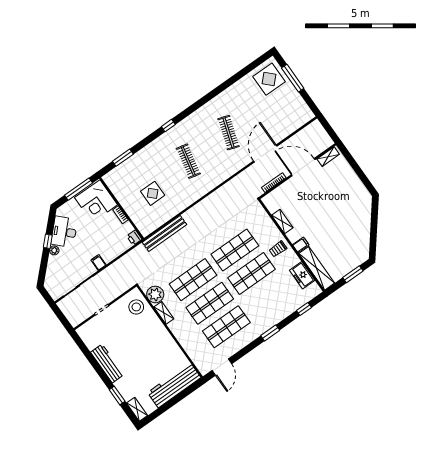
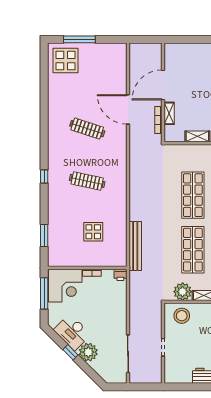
shelving: (328, 157) -> (169, 113), moved
plant: (54, 250) -> (88, 352), width x1.88, depth x1.88
filing cabinet: (99, 262) -> (120, 321), removed

